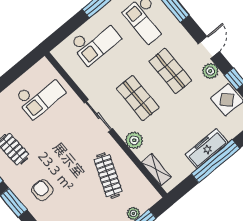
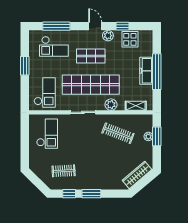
checkout: (96, 41) -> (45, 92), moved
shop shelf: (138, 98) -> (91, 85), width x2.00, depth x1.36
armchair: (42, 190) -> (97, 173), removed

